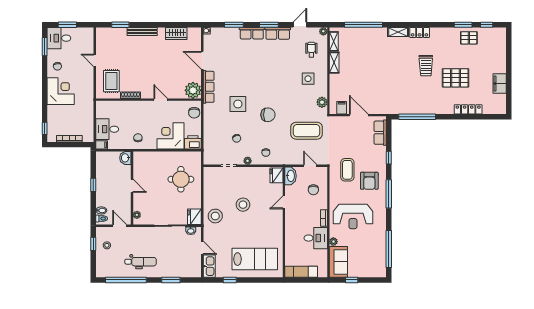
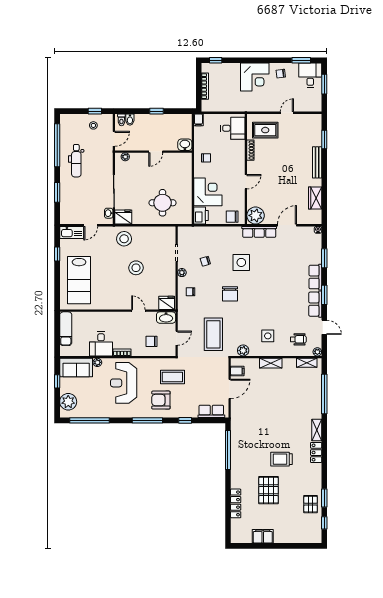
shelving: (334, 63) -> (271, 363), moved
desk: (107, 129) -> (233, 128), moved, turned 90
plant: (371, 269) -> (68, 402), added

